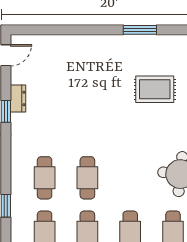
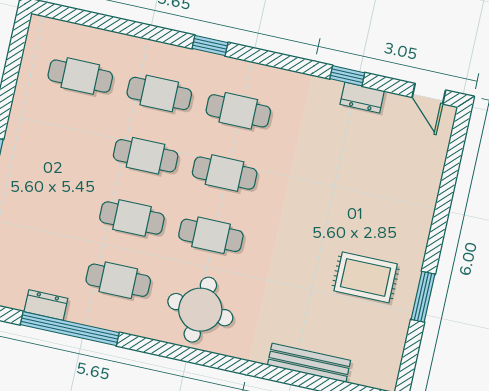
rug: (155, 89) -> (366, 277), moved, turned 90
cafe table: (130, 178) -> (211, 235), added

